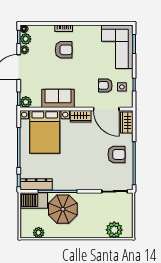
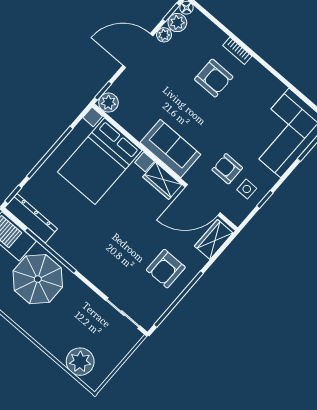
sofa: (58, 98) -> (170, 148), moved
door: (106, 109) -> (203, 200), hinge flipped
armchair: (117, 154) -> (166, 269), turned 90

